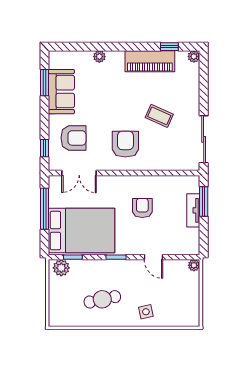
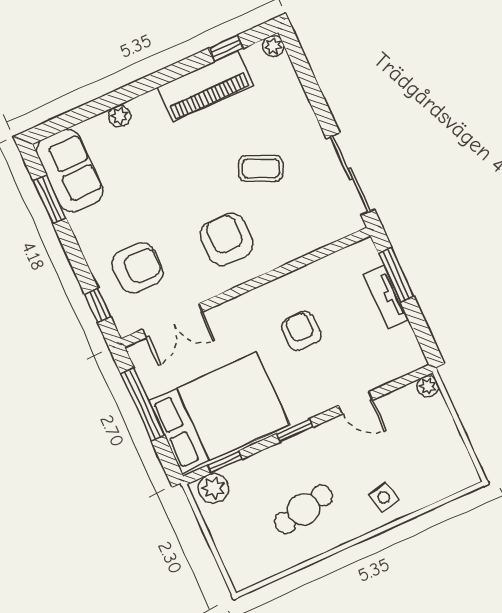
sofa: (61, 92) -> (70, 171), moved

